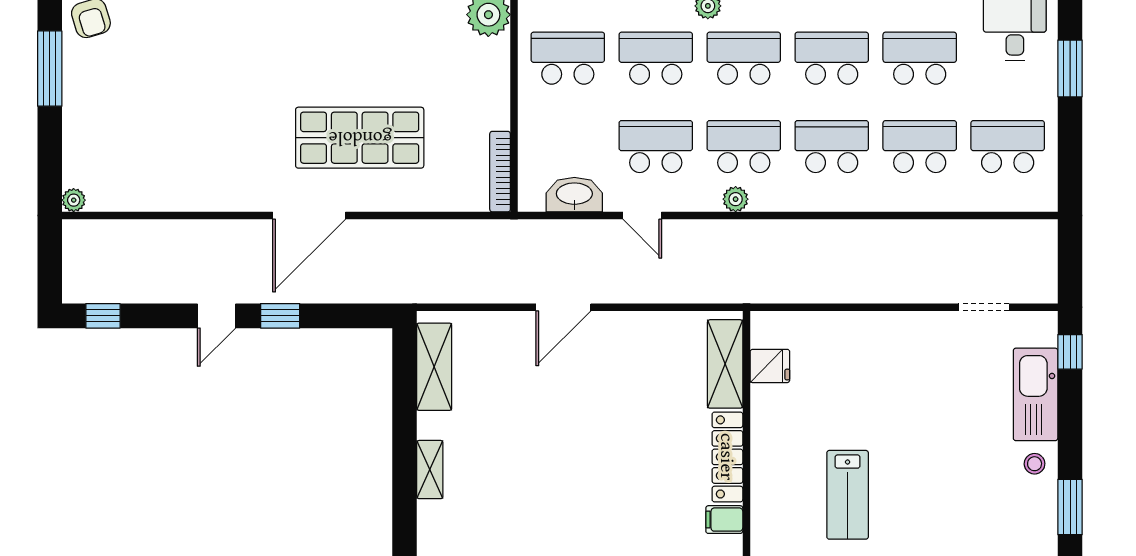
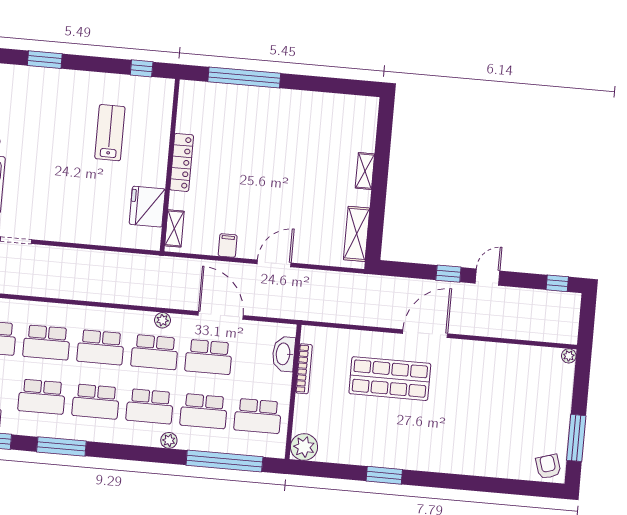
bookcase: (500, 172) -> (304, 369), moved
washbasin: (574, 195) -> (284, 354), moved, turned 90
door: (642, 215) -> (221, 315), width x1.88
shelving: (725, 364) -> (174, 228), width x0.67, depth x0.75
fridge: (770, 366) -> (147, 207), width x1.88, depth x1.34
filing cabinet: (724, 520) -> (228, 245), moved, turned -90

